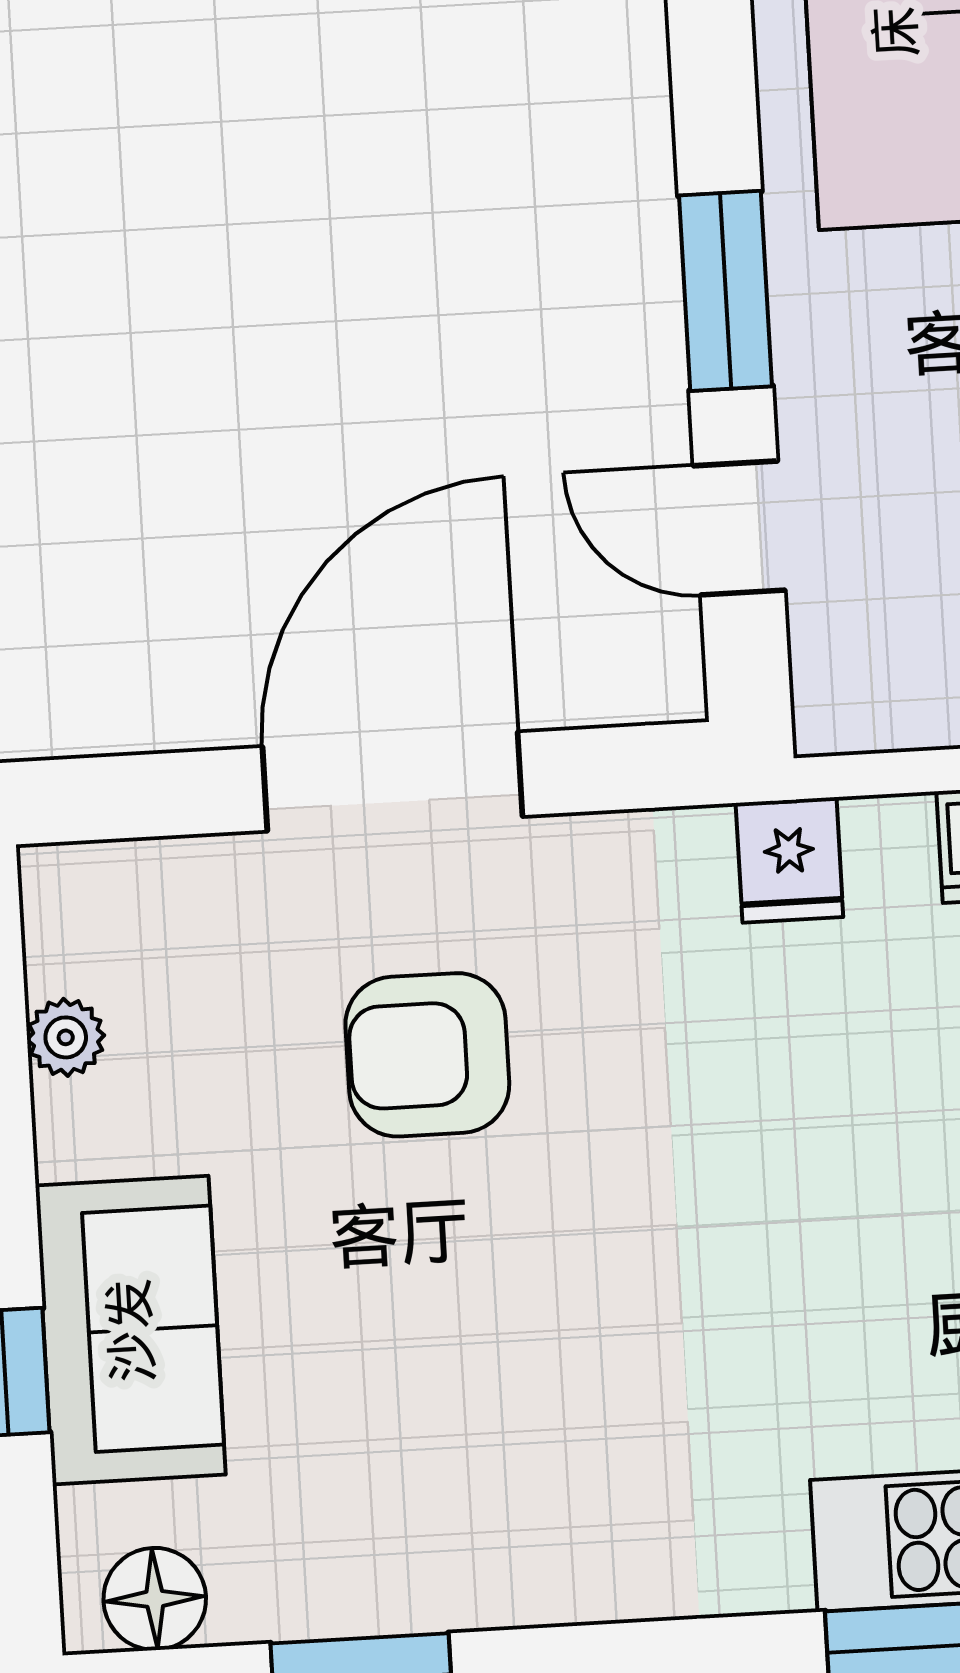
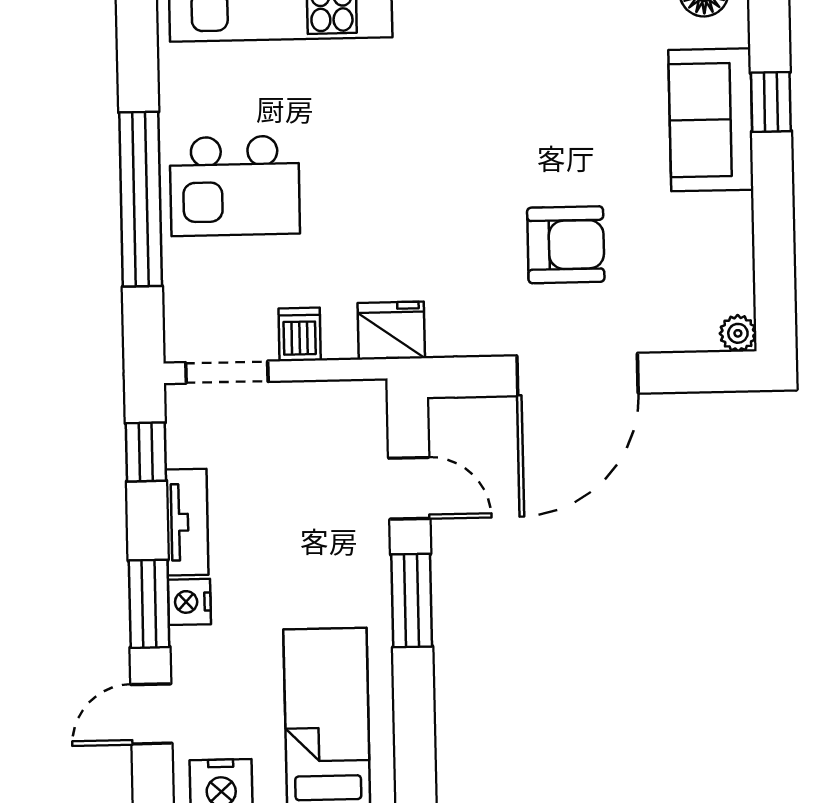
fridge: (789, 860) -> (391, 331), width x1.38
plant: (66, 1037) -> (738, 333), moved

